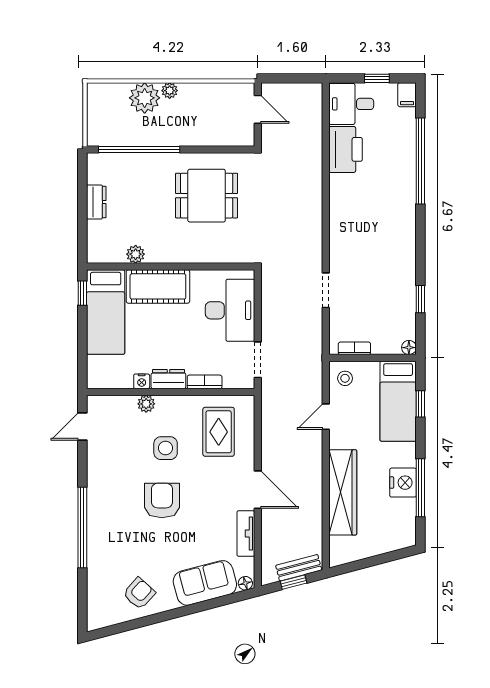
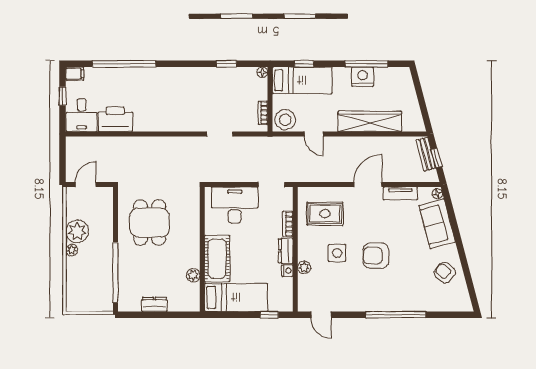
plant: (145, 98) -> (77, 231), moved
window: (82, 293) -> (269, 315), moved
stool: (345, 378) -> (285, 120), width x1.89, depth x1.89

